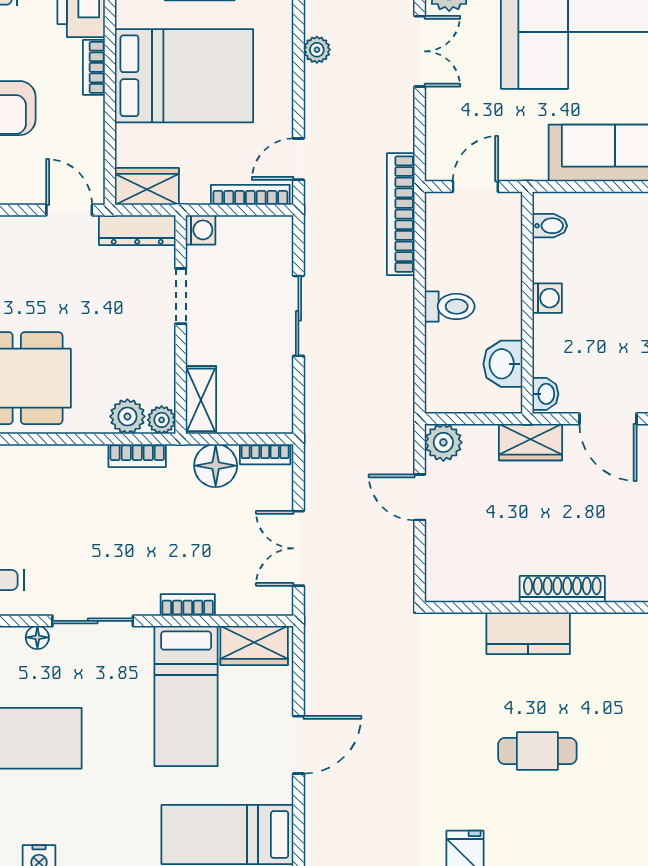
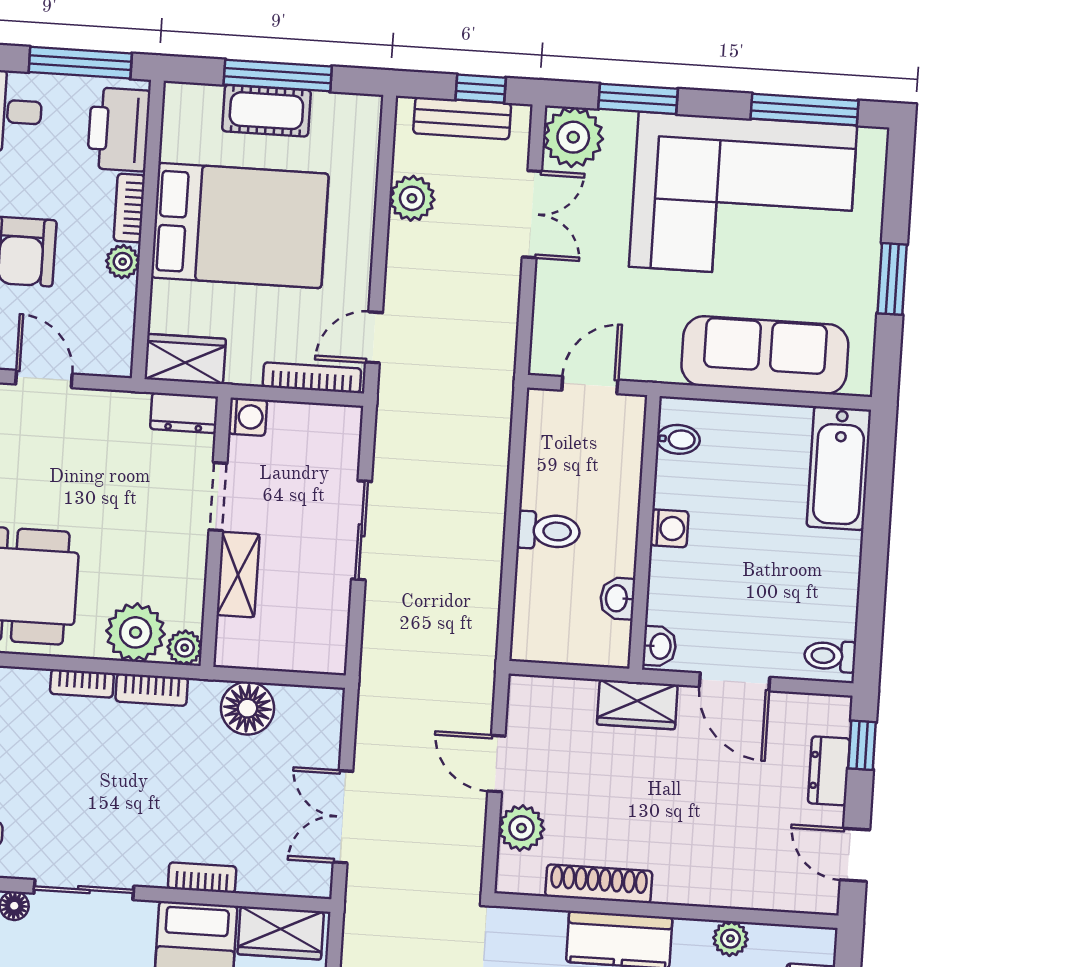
plant: (317, 50) -> (412, 198), width x1.38, depth x1.38
plant: (91, 111) -> (123, 262), added
door: (69, 210) -> (44, 379), moved
bookcase: (401, 214) -> (496, 413), removed
dresser: (137, 230) -> (184, 413), width x0.70
washbasin: (503, 364) -> (617, 598), width x0.72, depth x0.69
shelving: (201, 400) -> (238, 575), moved
plant: (127, 416) -> (136, 632), width x1.36, depth x1.36
plant: (443, 442) -> (521, 828), moved
bookcase: (265, 454) -> (82, 683), moved
shoe rack: (562, 589) -> (599, 884), moved
plant: (618, 627) -> (730, 939), added

